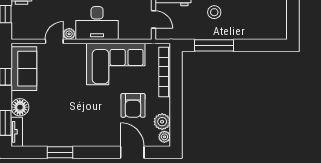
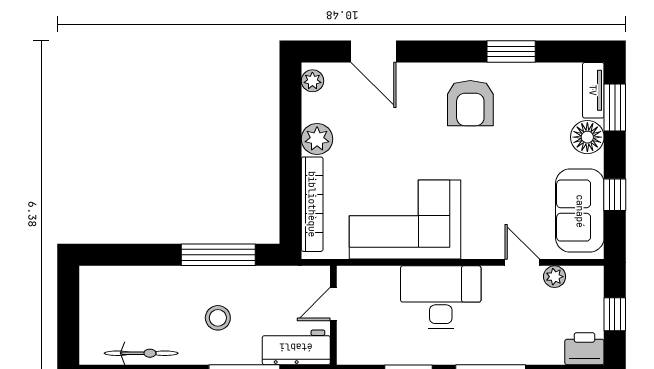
door: (153, 19) -> (333, 304), hinge flipped
plant: (69, 34) -> (555, 277), moved
door: (54, 41) -> (522, 262), swing flipped
armchair: (133, 105) -> (470, 103), moved, turned 180
plant: (162, 122) -> (317, 139), moved

